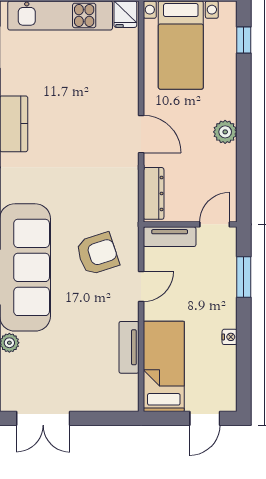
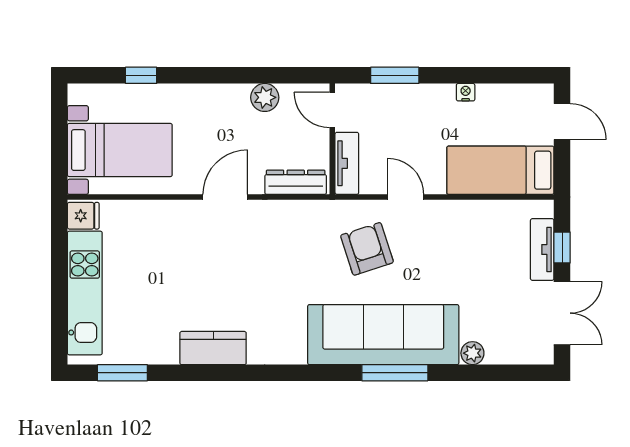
window: (244, 40) -> (141, 75), moved
plant: (225, 132) -> (265, 97), moved
tv unit: (129, 347) -> (542, 250), moved, turned 90
window: (99, 418) -> (562, 247), added

